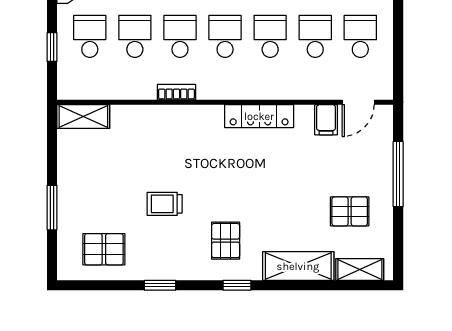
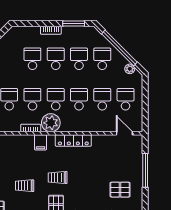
plant: (215, 82) -> (51, 123), added
door: (358, 102) -> (124, 133), swing flipped
filing cabinet: (326, 120) -> (41, 142), moved
trolley: (229, 188) -> (58, 178), added

